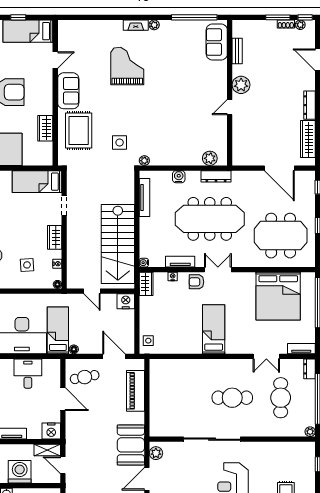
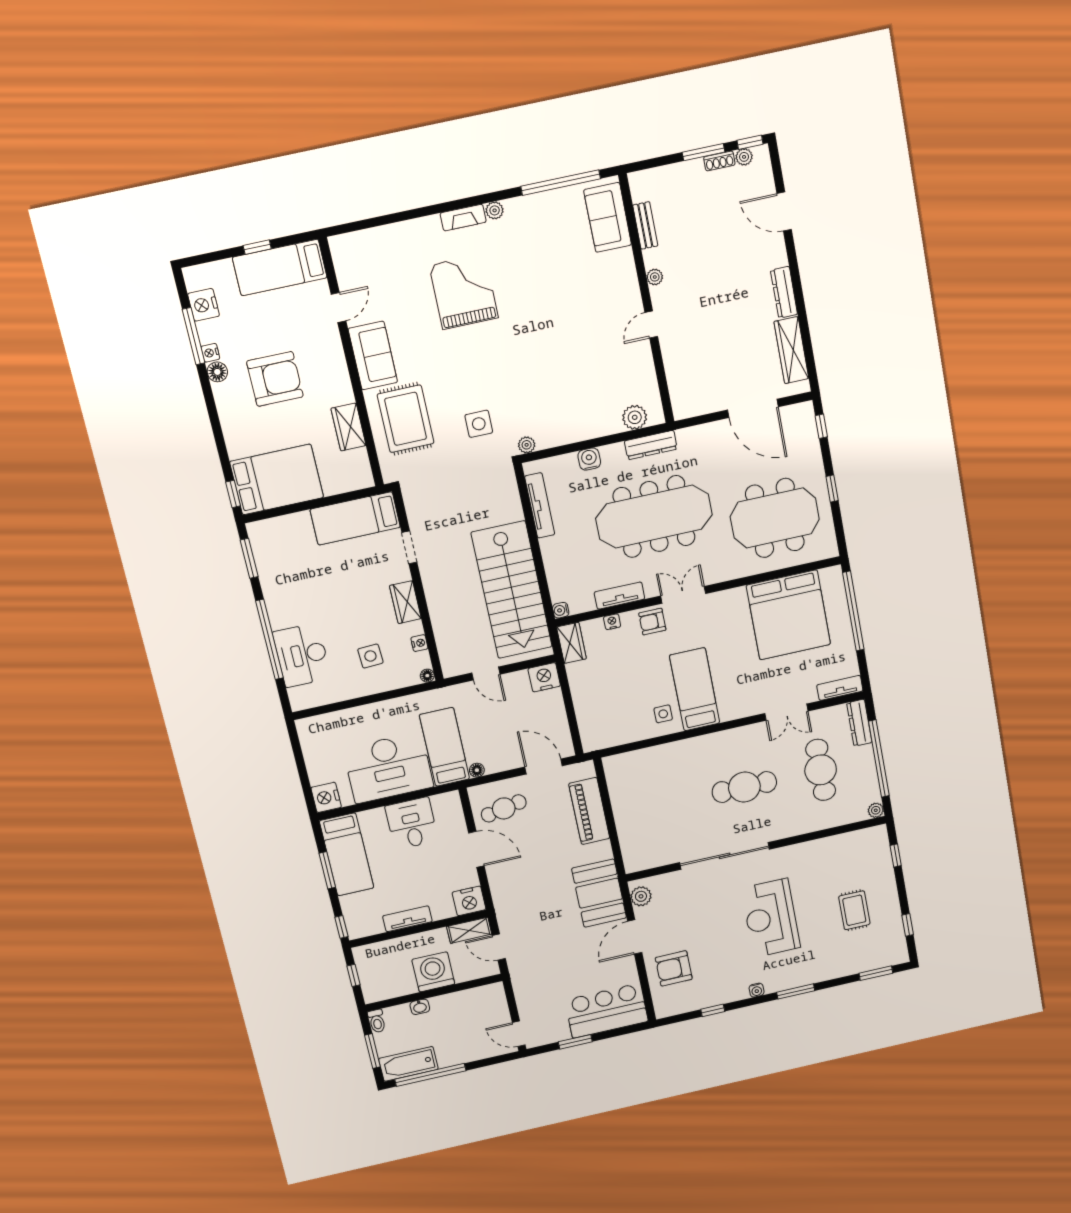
plant: (241, 85) -> (655, 277), width x0.53, depth x0.53
side table: (148, 341) -> (663, 714), moved
dresser: (309, 369) -> (859, 723), width x1.44

